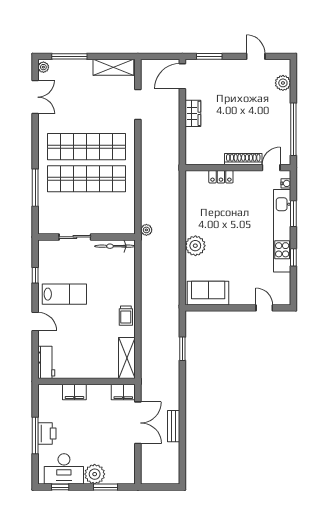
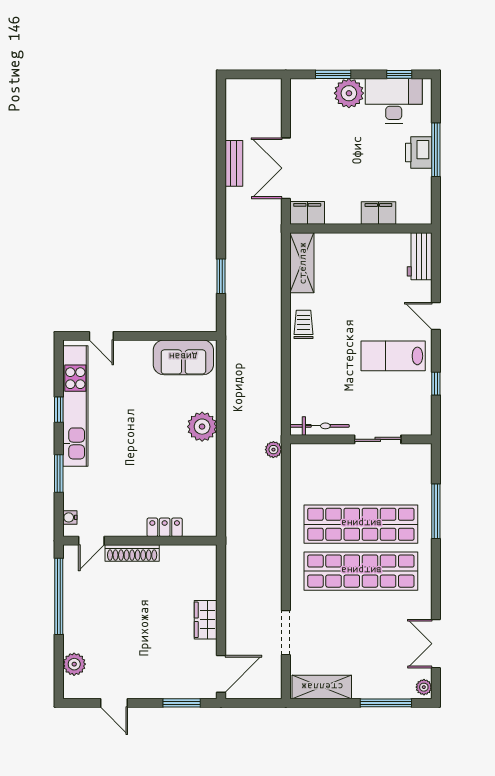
kitchen unit: (282, 231) -> (75, 406), moved

